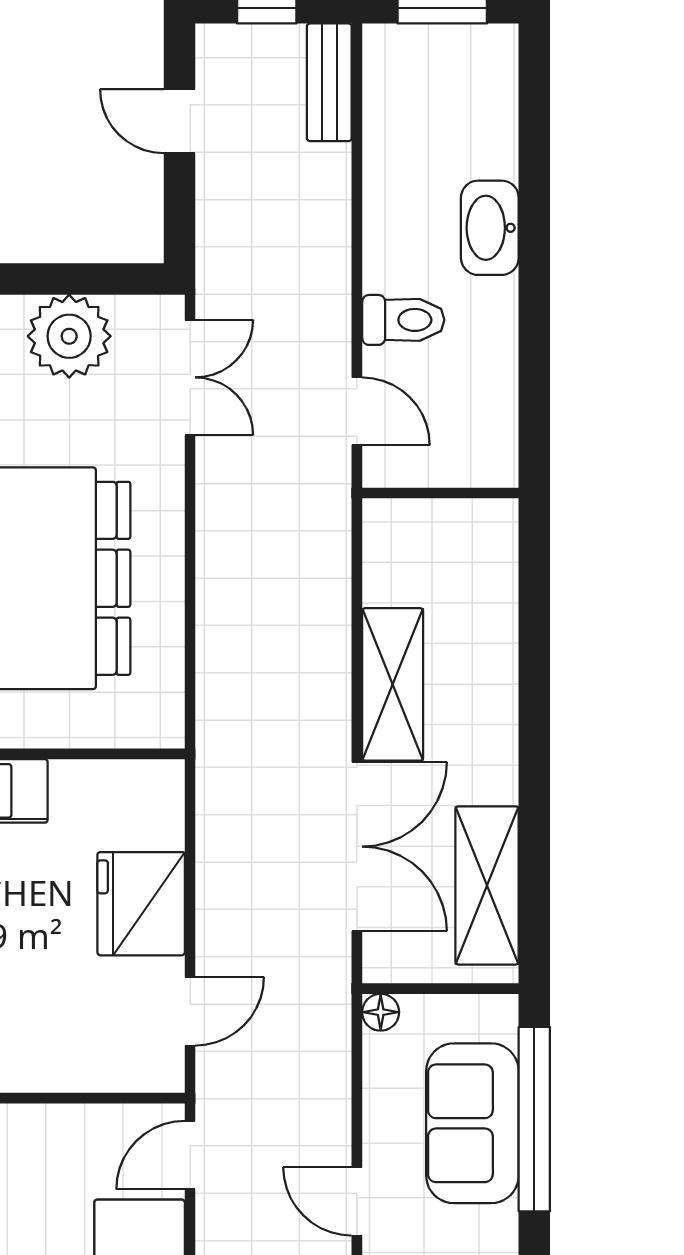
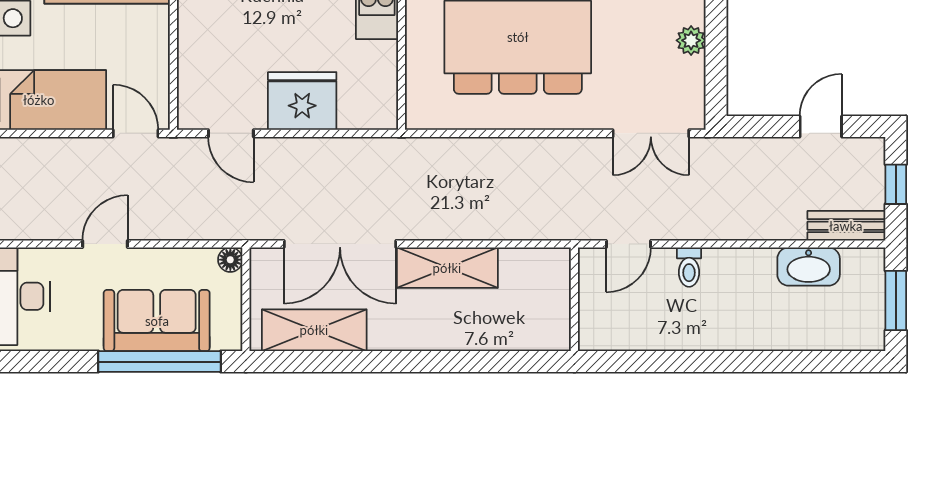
washbasin: (490, 228) -> (809, 267), moved, turned 180
toilet: (403, 320) -> (689, 267), width x0.73, depth x0.72
plant: (69, 336) -> (691, 40), width x0.53, depth x0.53

